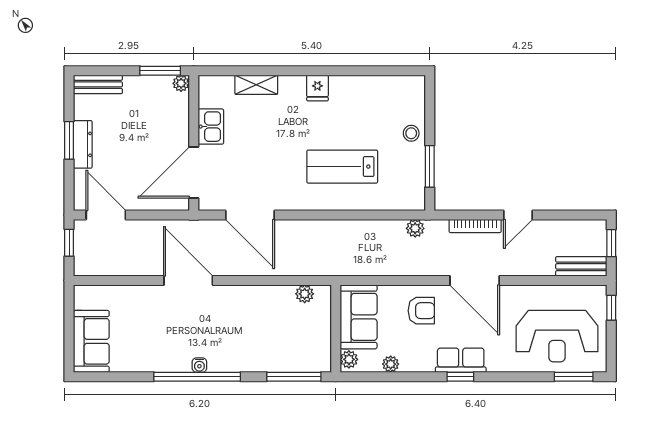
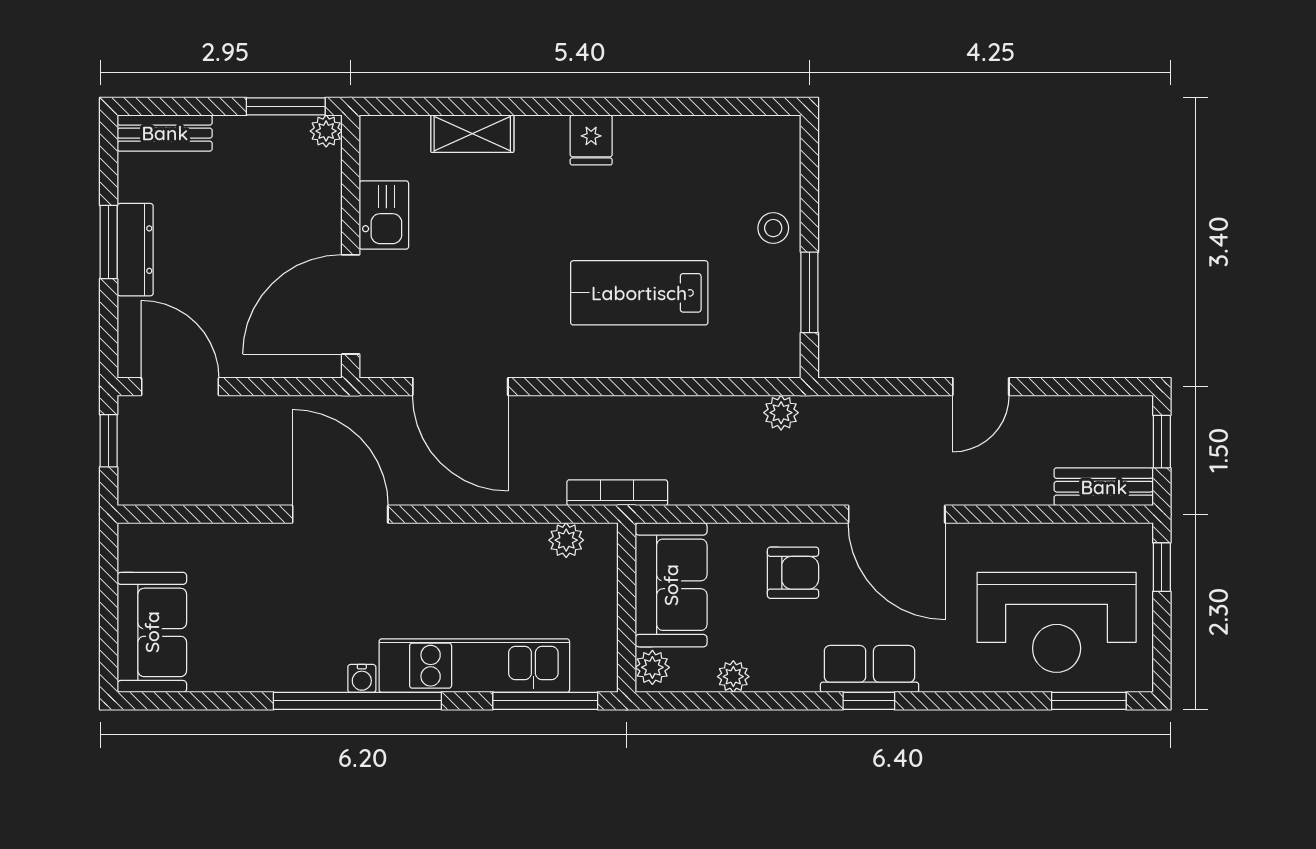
bookcase: (475, 226) -> (617, 493), moved, turned 180
kitchen unit: (257, 358) -> (474, 666), added

